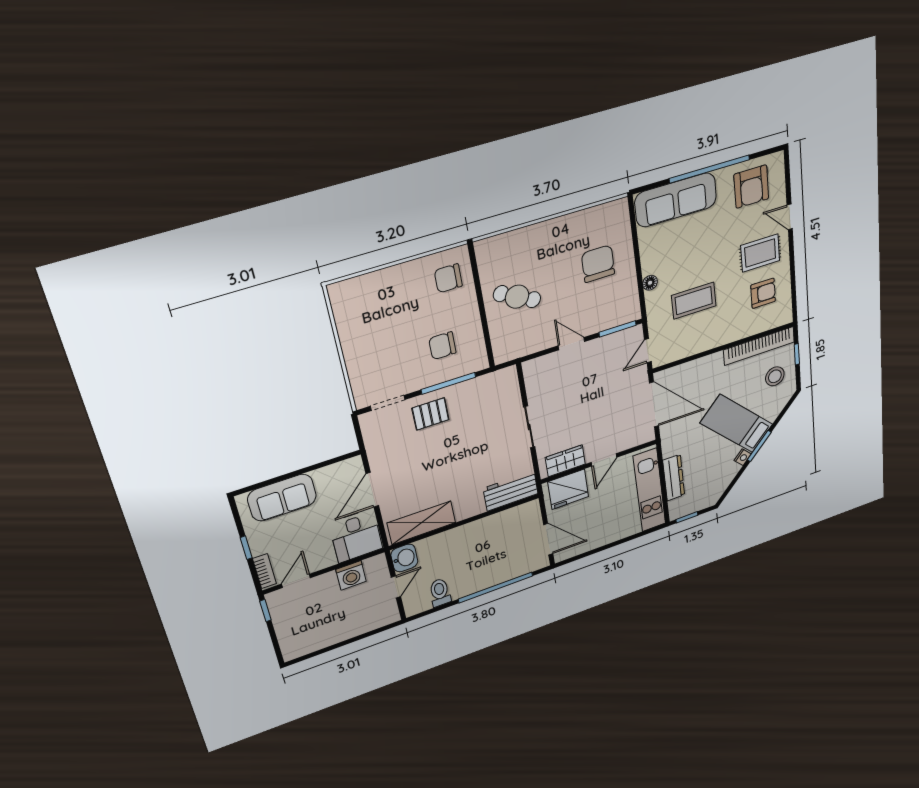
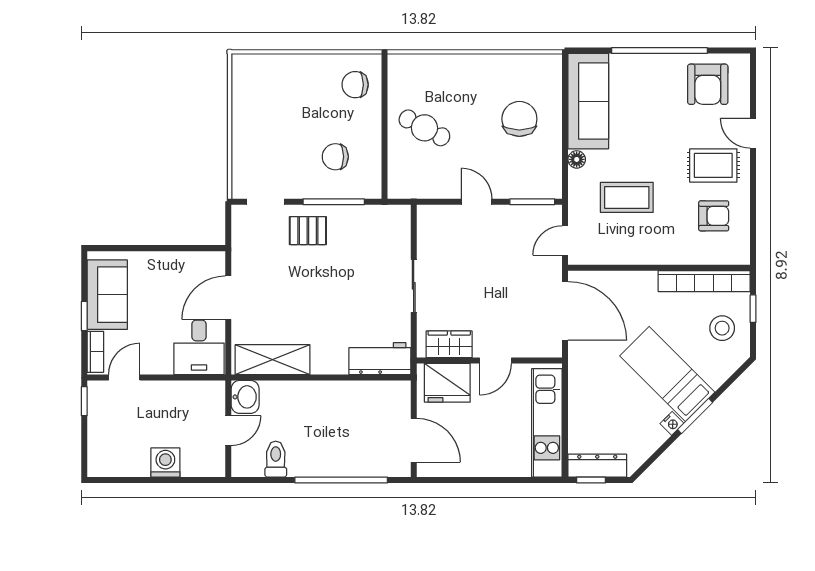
sofa: (676, 200) -> (588, 101), moved, turned -90
dresser: (674, 478) -> (597, 466), moved, turned -90
sofa: (282, 498) -> (107, 295), moved, turned -90
washing machine: (351, 575) -> (165, 463), moved, turned 180

